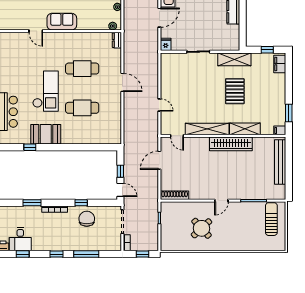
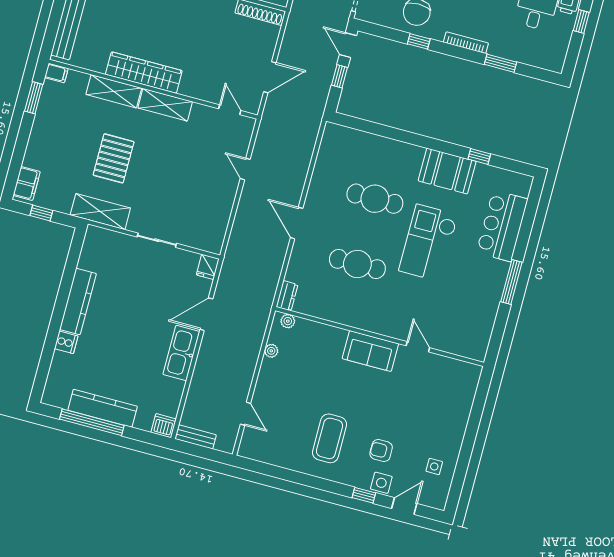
shelving: (207, 129) -> (165, 105), width x0.68

